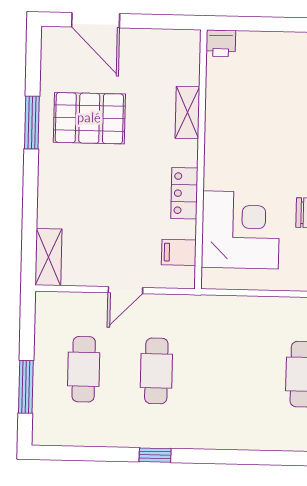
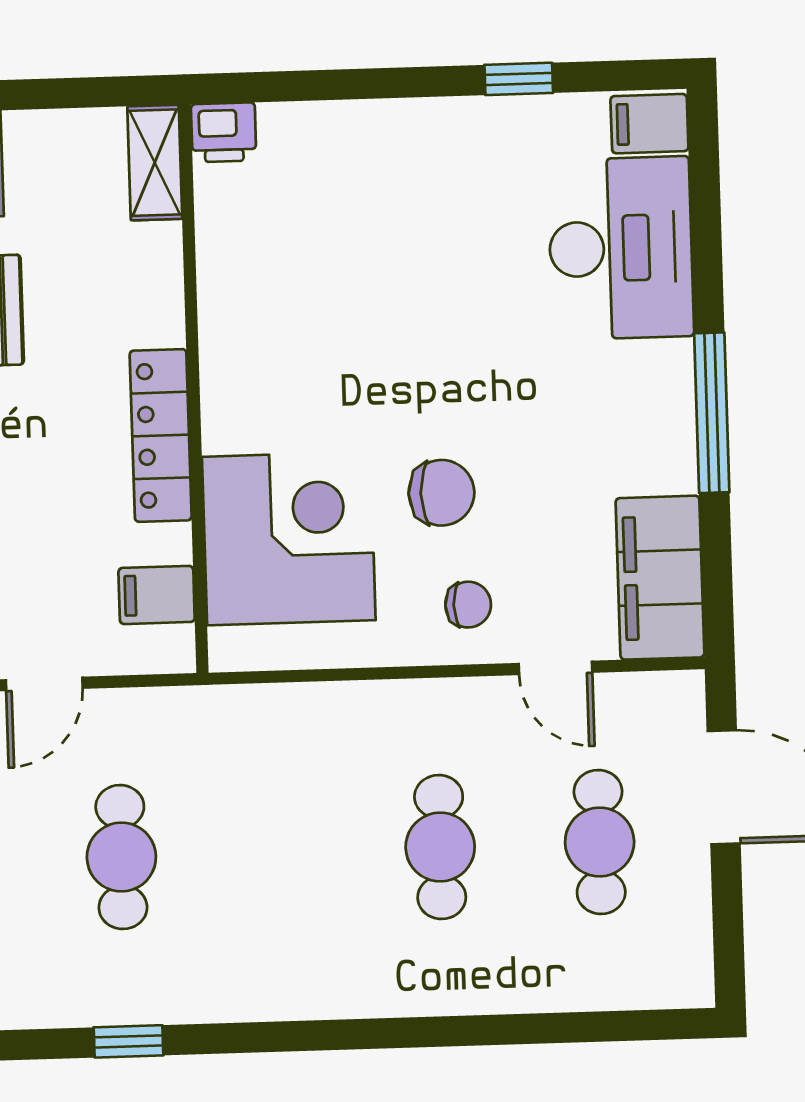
shelving: (187, 112) -> (155, 163), moved
locker: (184, 193) -> (161, 435), width x1.53

